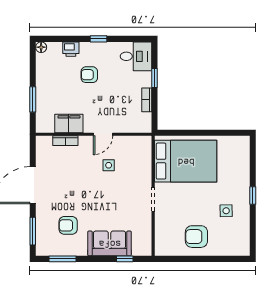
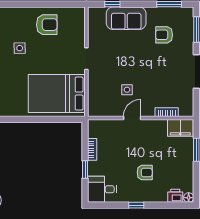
printer: (71, 49) -> (175, 196), moved
filing cabinet: (69, 123) -> (180, 128), moved
armchair: (68, 225) -> (164, 35), turned 180

